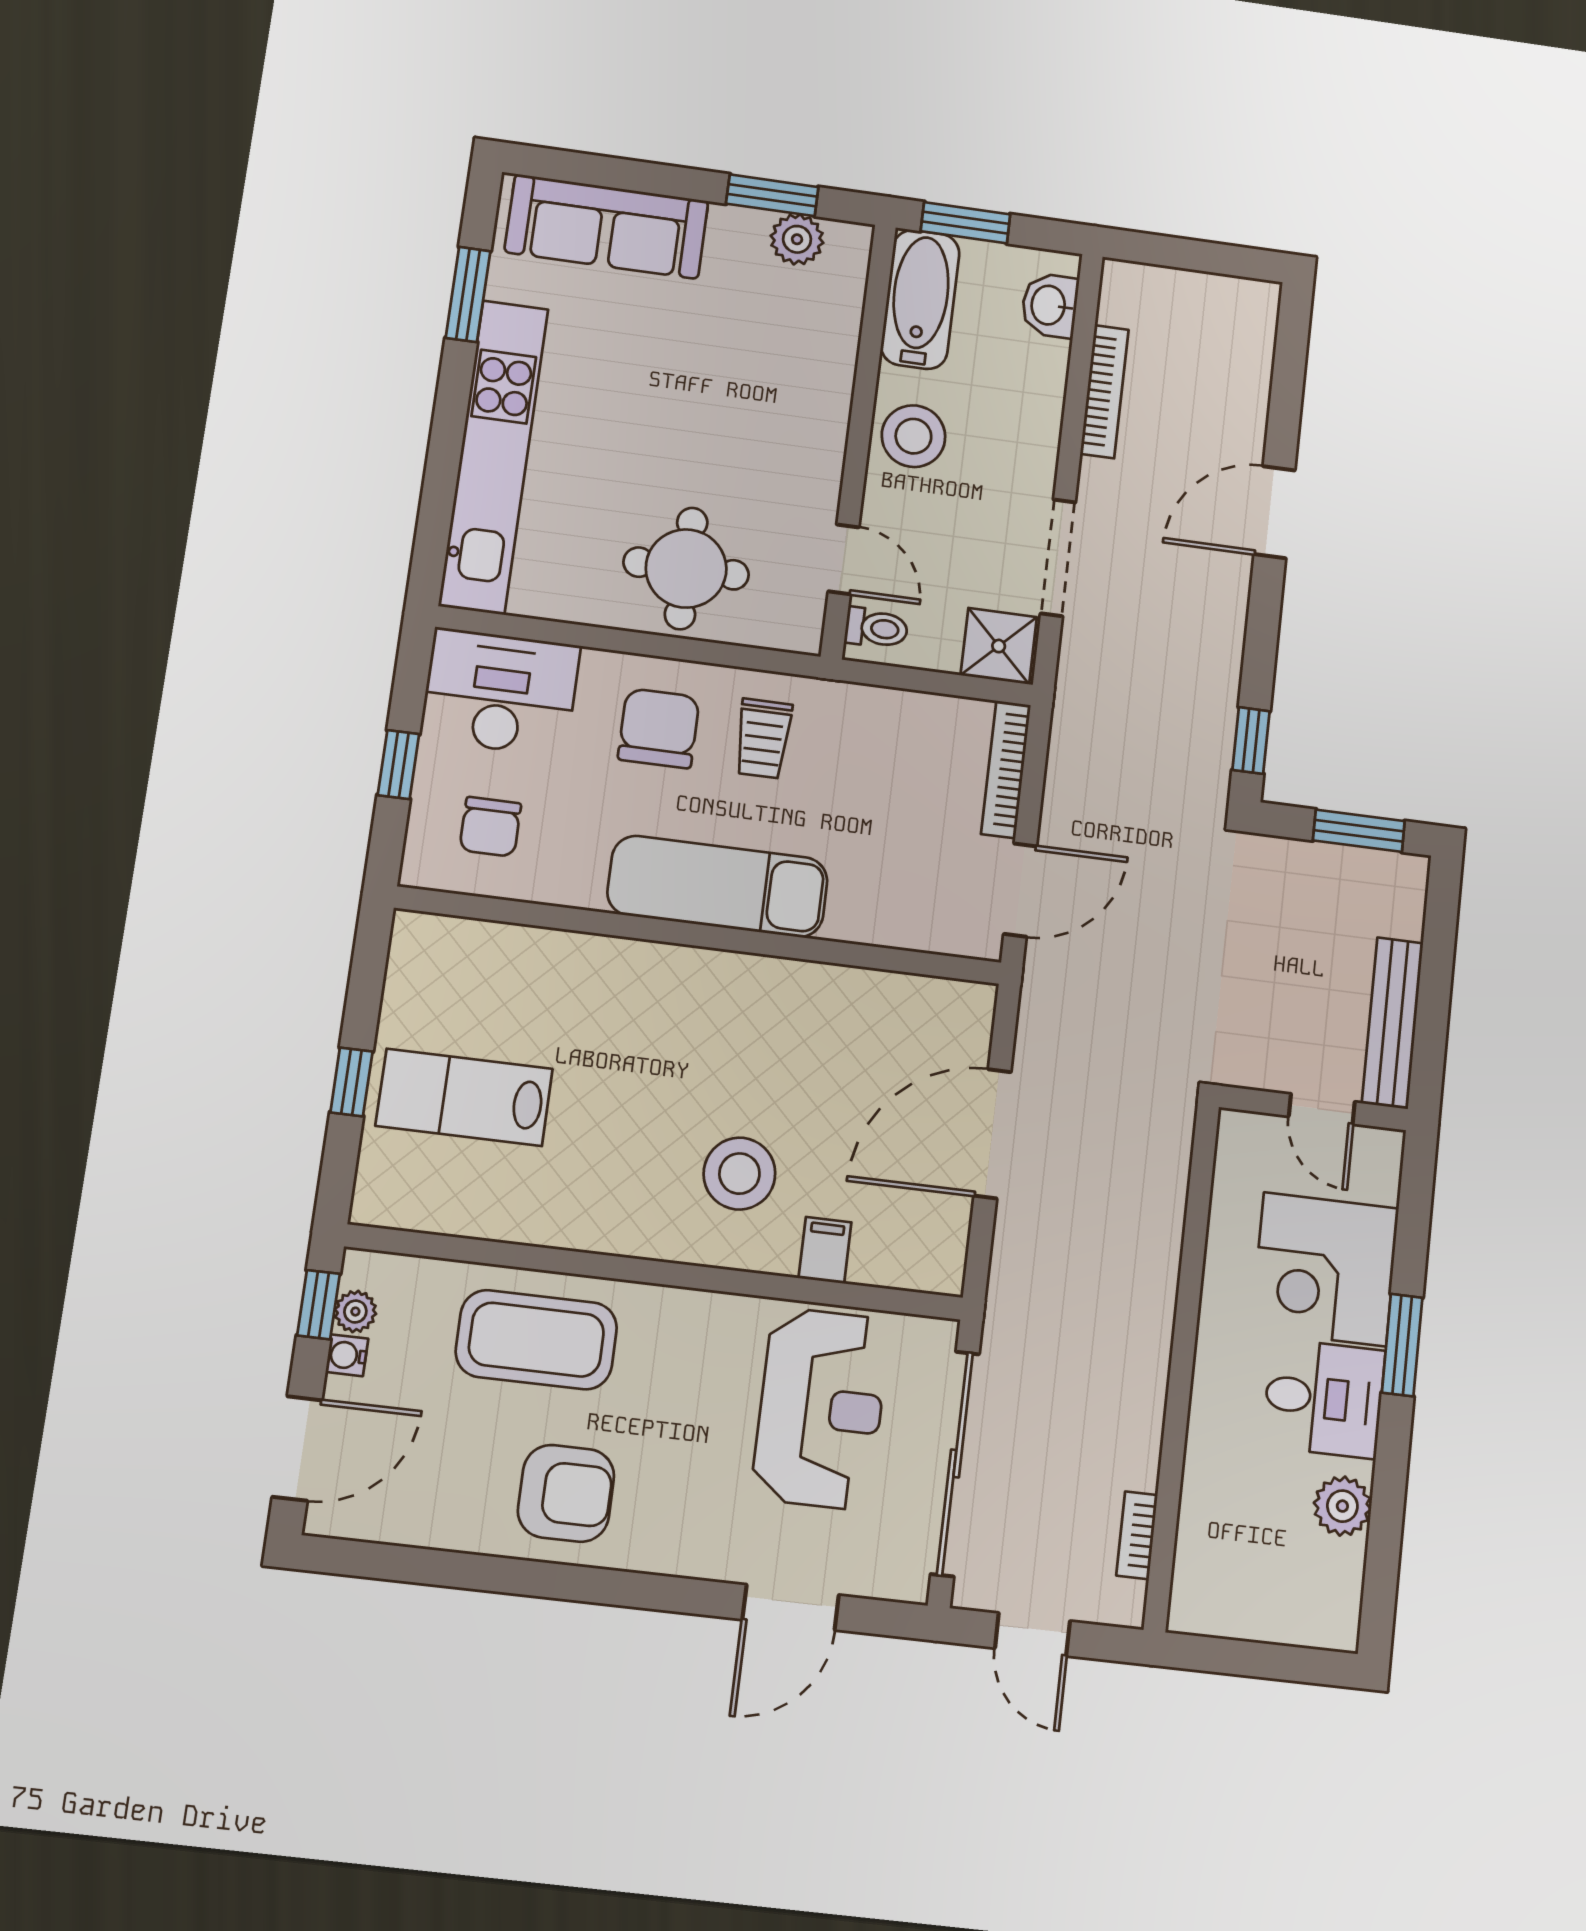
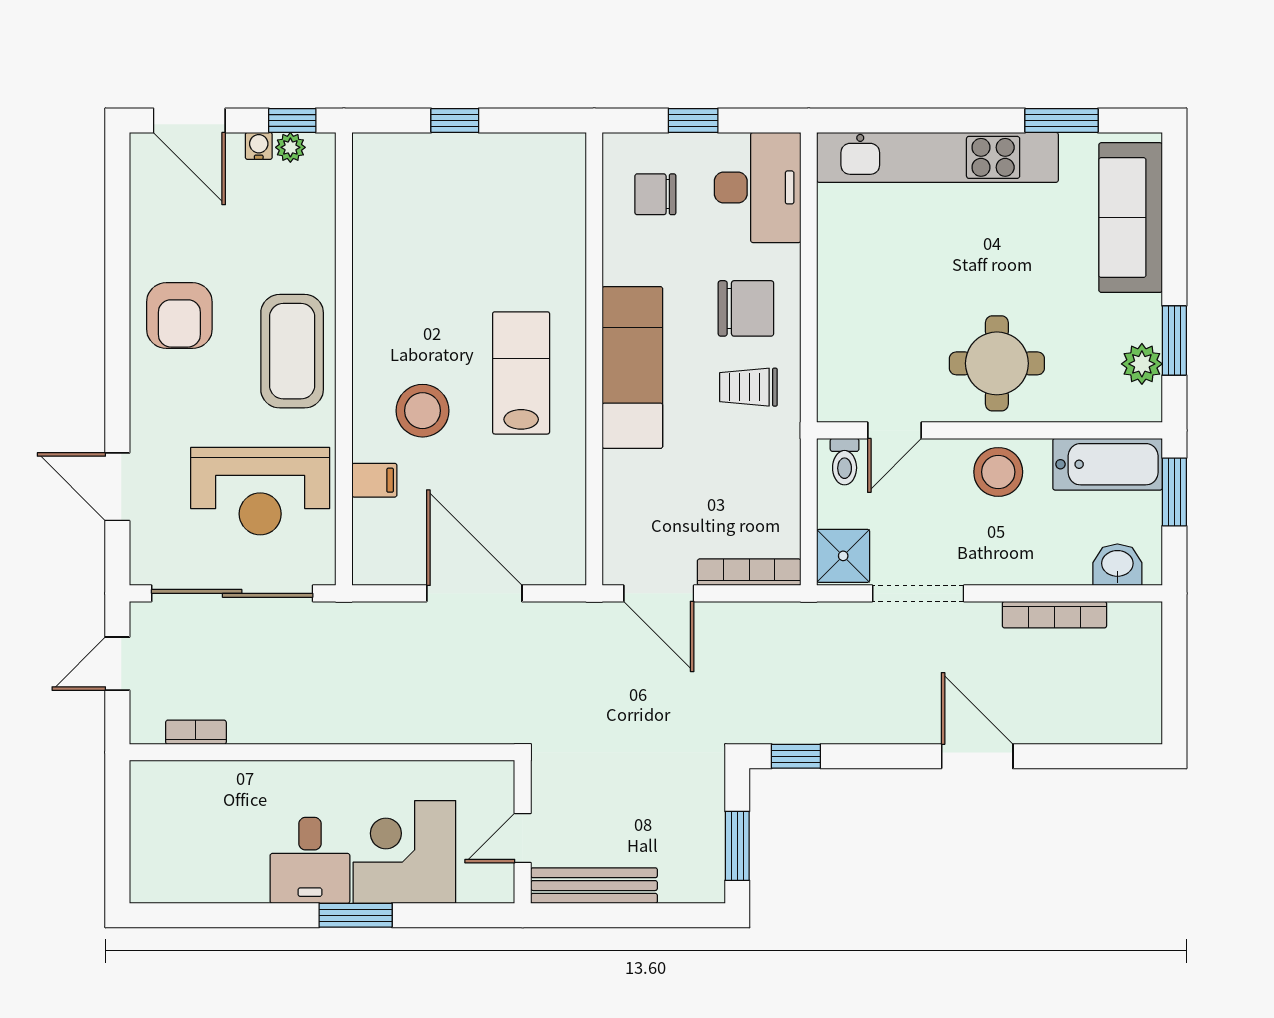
round table: (686, 568) -> (997, 363), moved
lab bench: (464, 1097) -> (521, 373), moved
coffee table: (536, 1340) -> (292, 351), moved
plant: (1342, 1506) -> (234, 882), removed

